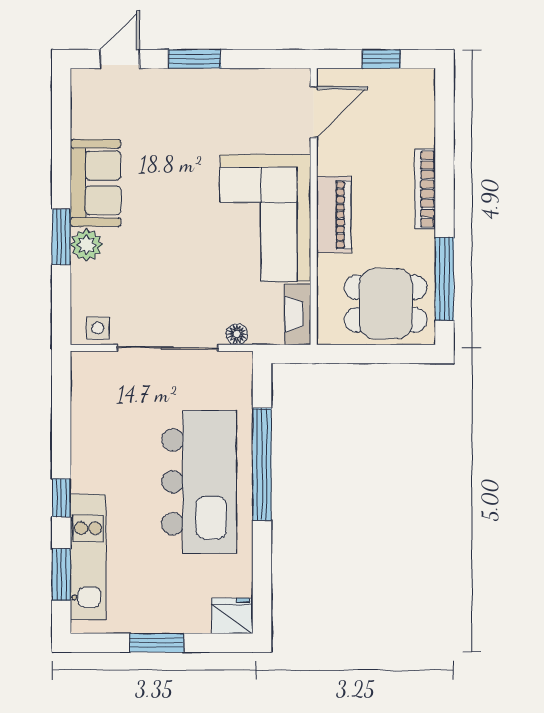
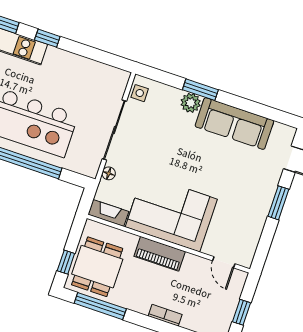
door: (314, 112) -> (224, 262), width x0.73
sofa: (96, 183) -> (234, 124), width x1.36
bookcase: (425, 189) -> (165, 315), width x0.64
window: (395, 354) -> (66, 262), added

